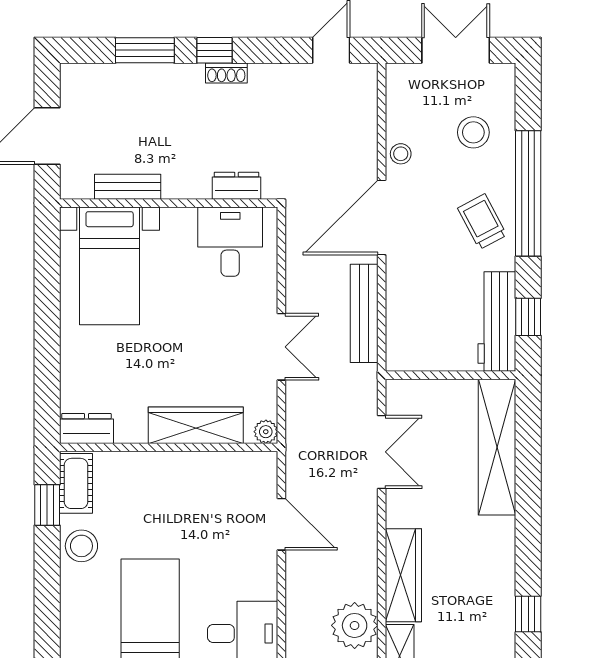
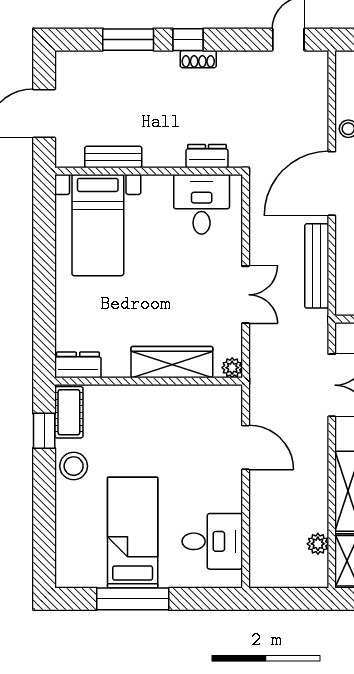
plant: (355, 625) -> (318, 544), width x0.53, depth x0.53

